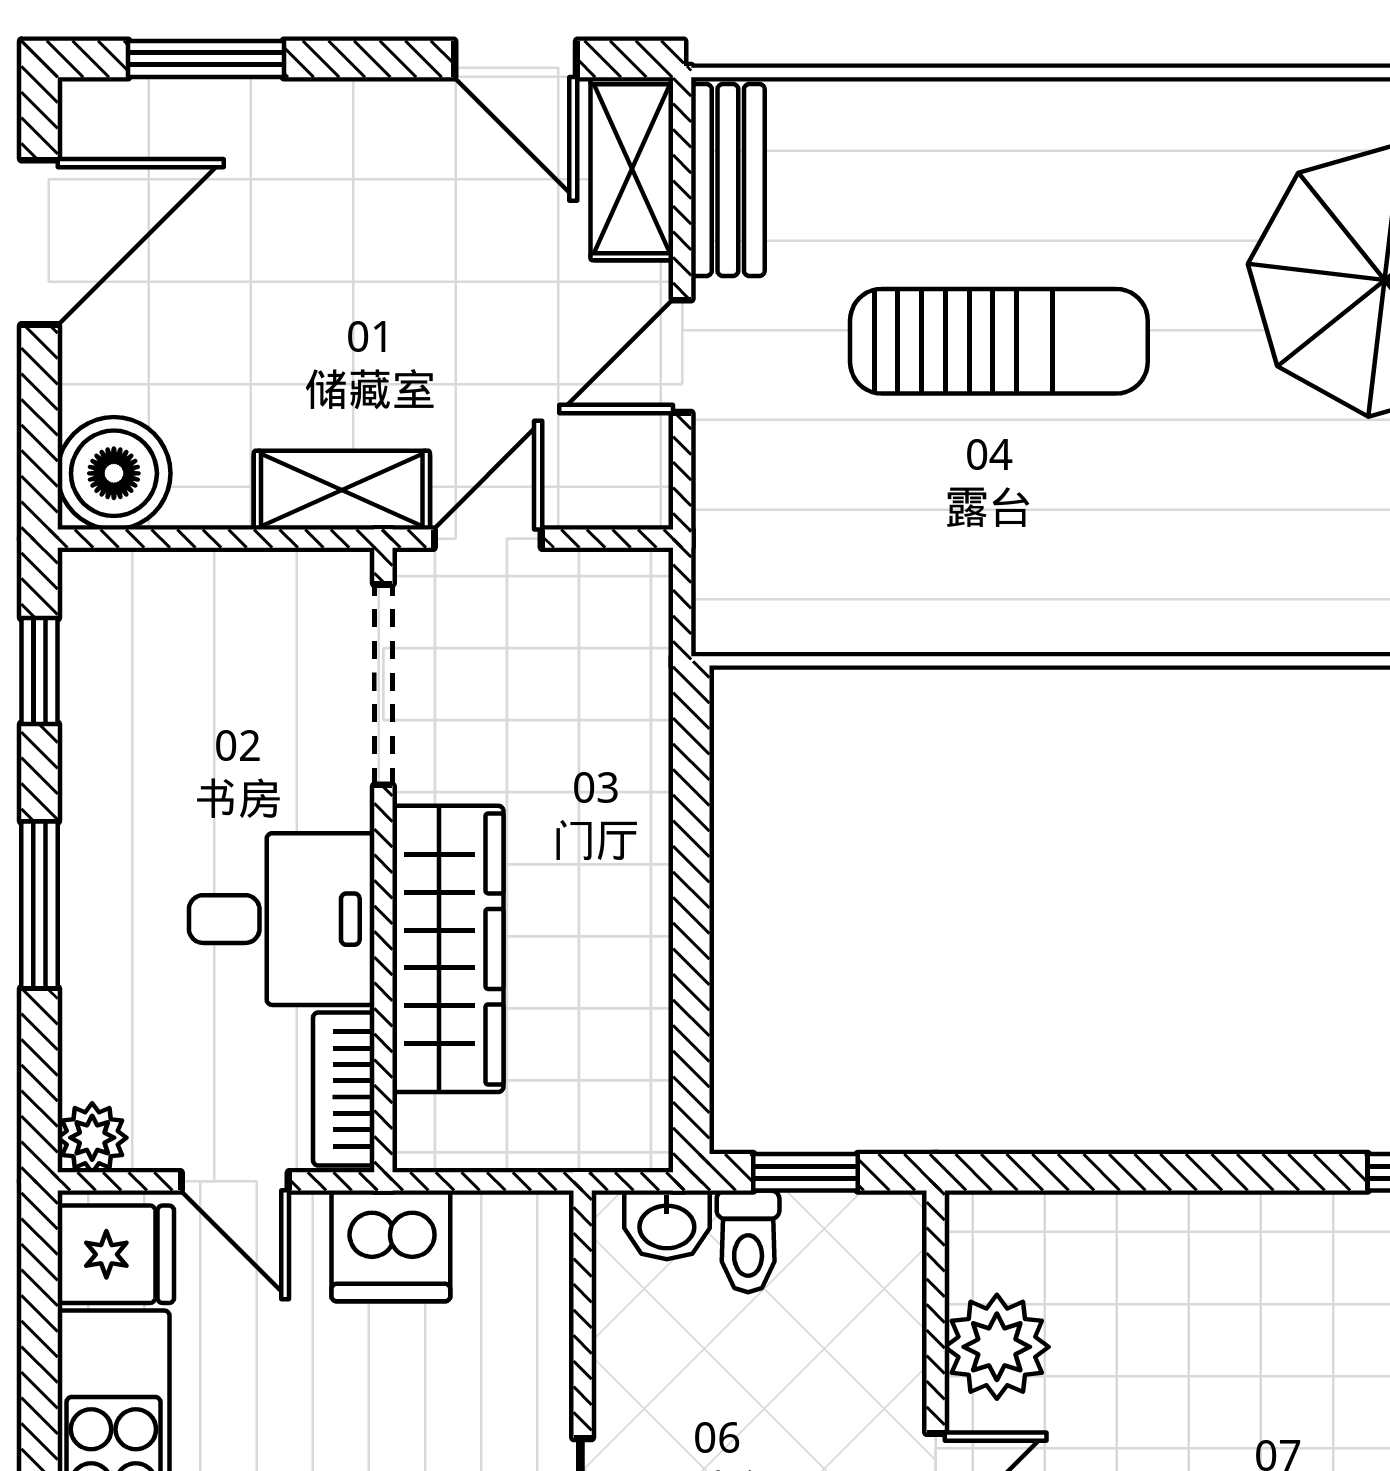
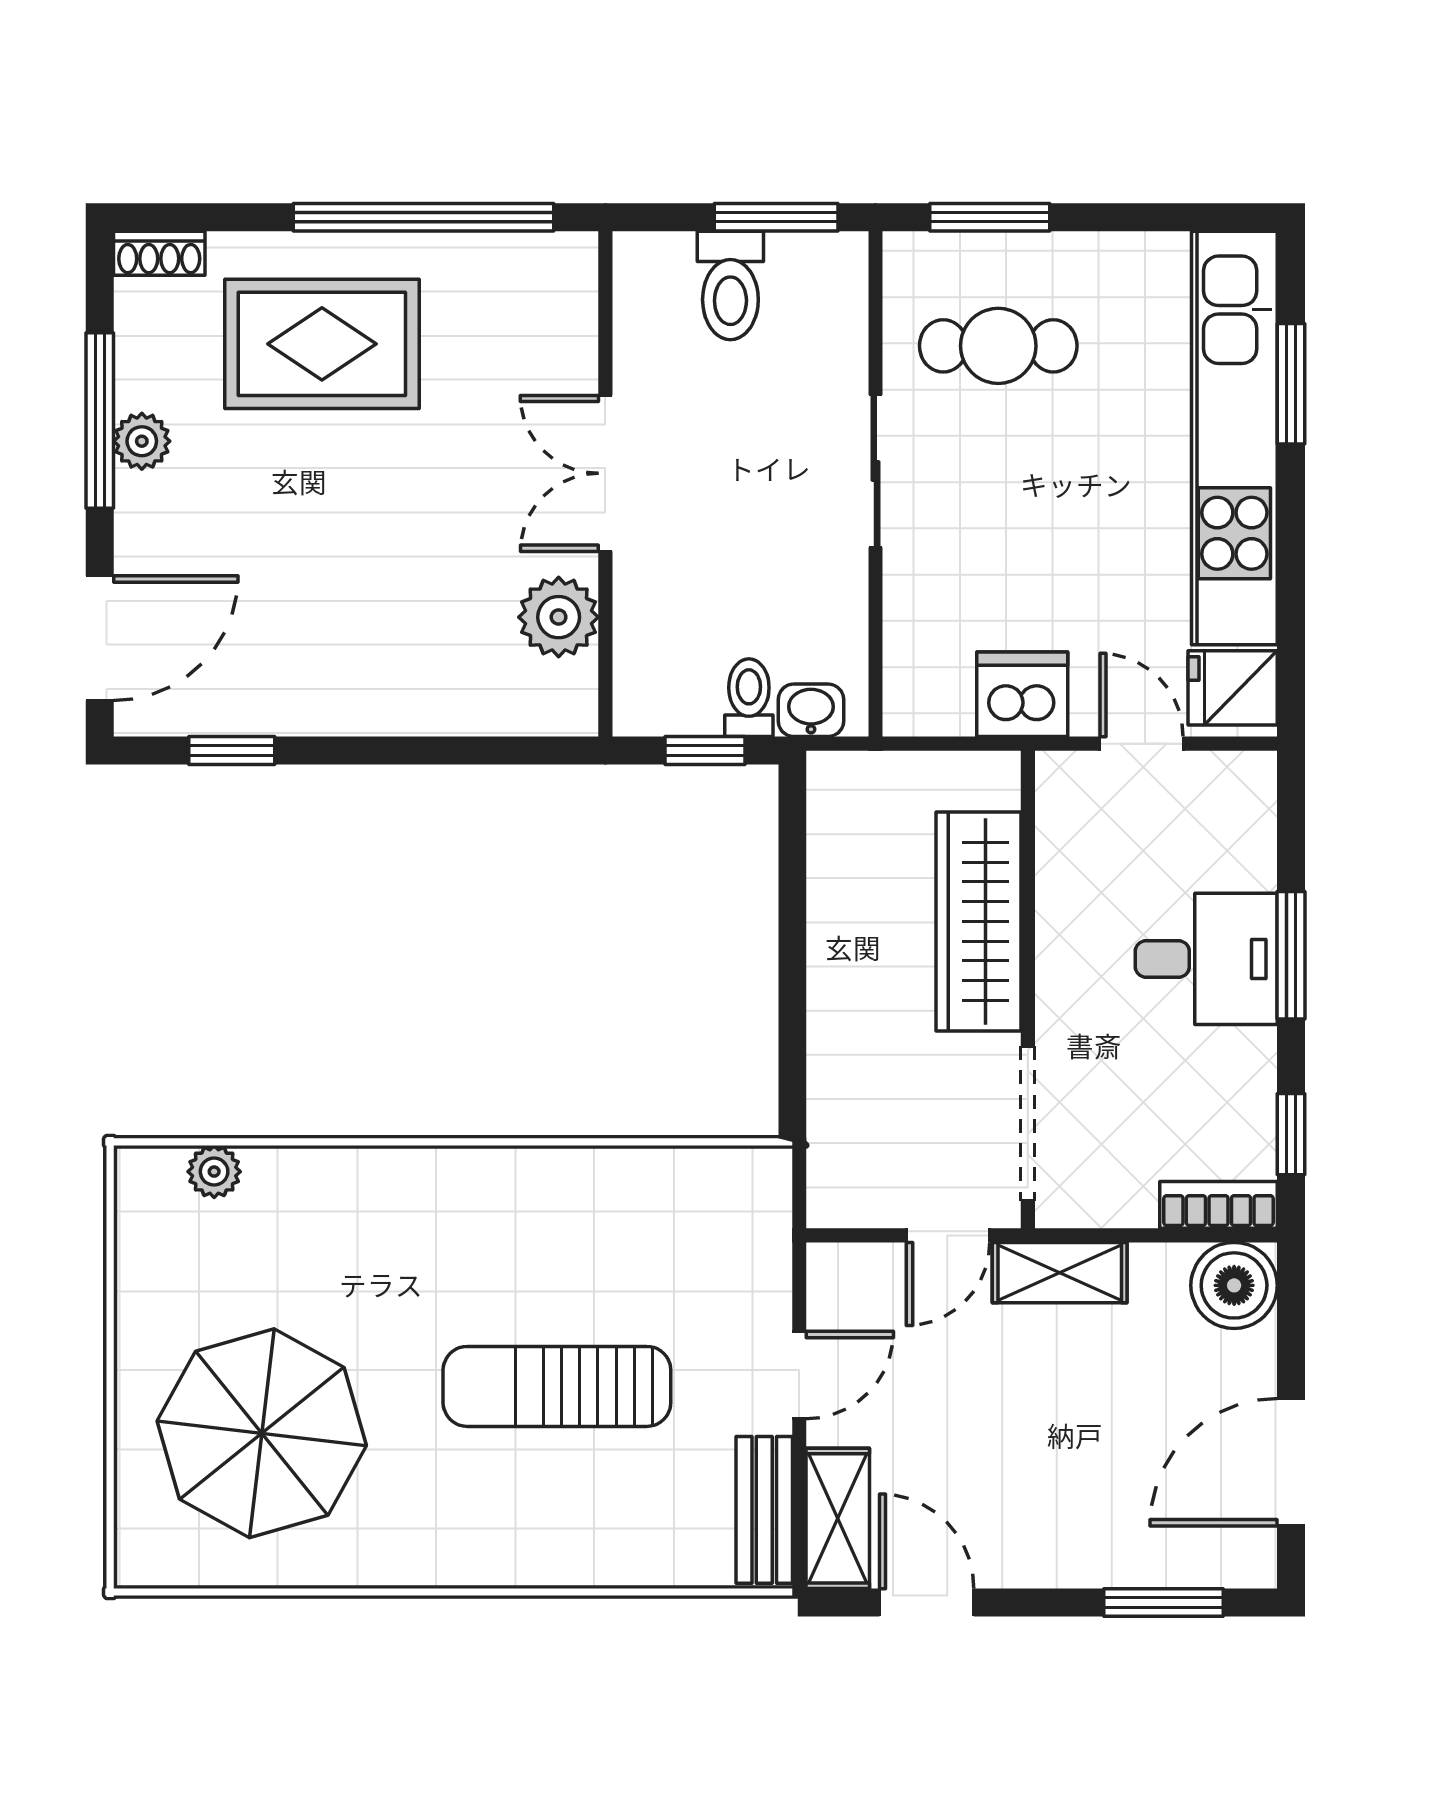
desk: (282, 919) -> (1206, 959), moved, turned 180
bookcase: (344, 1089) -> (1218, 1205), moved, turned -90
plant: (92, 1138) -> (1251, 777), removed

